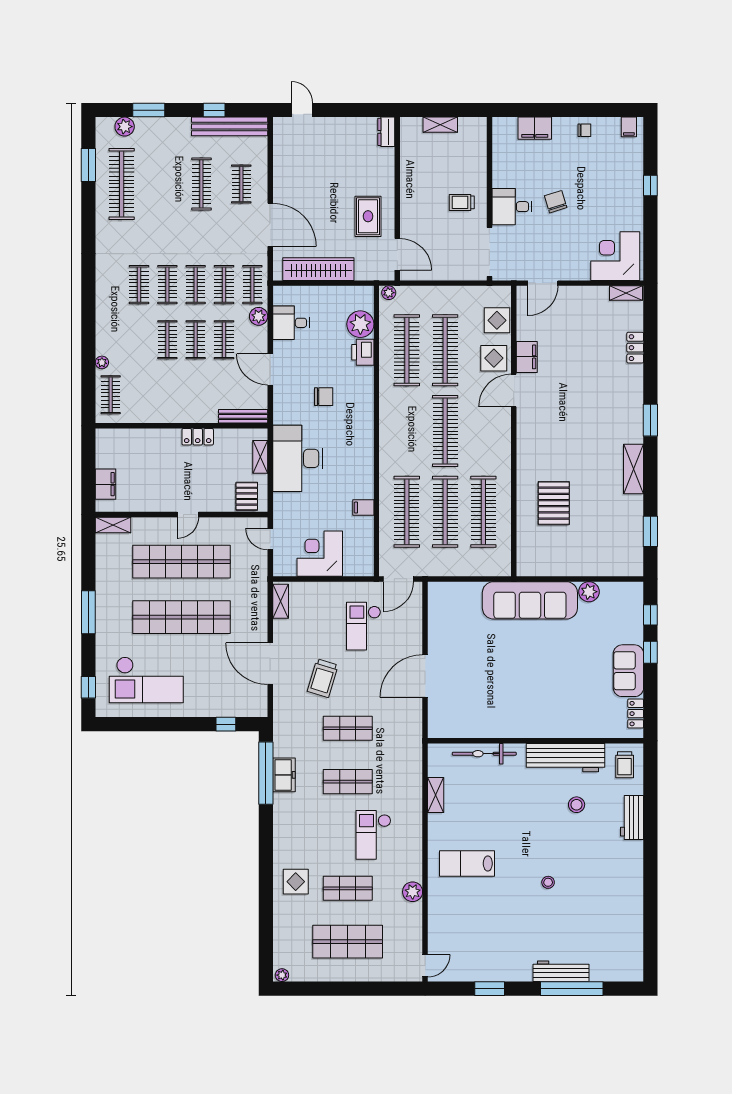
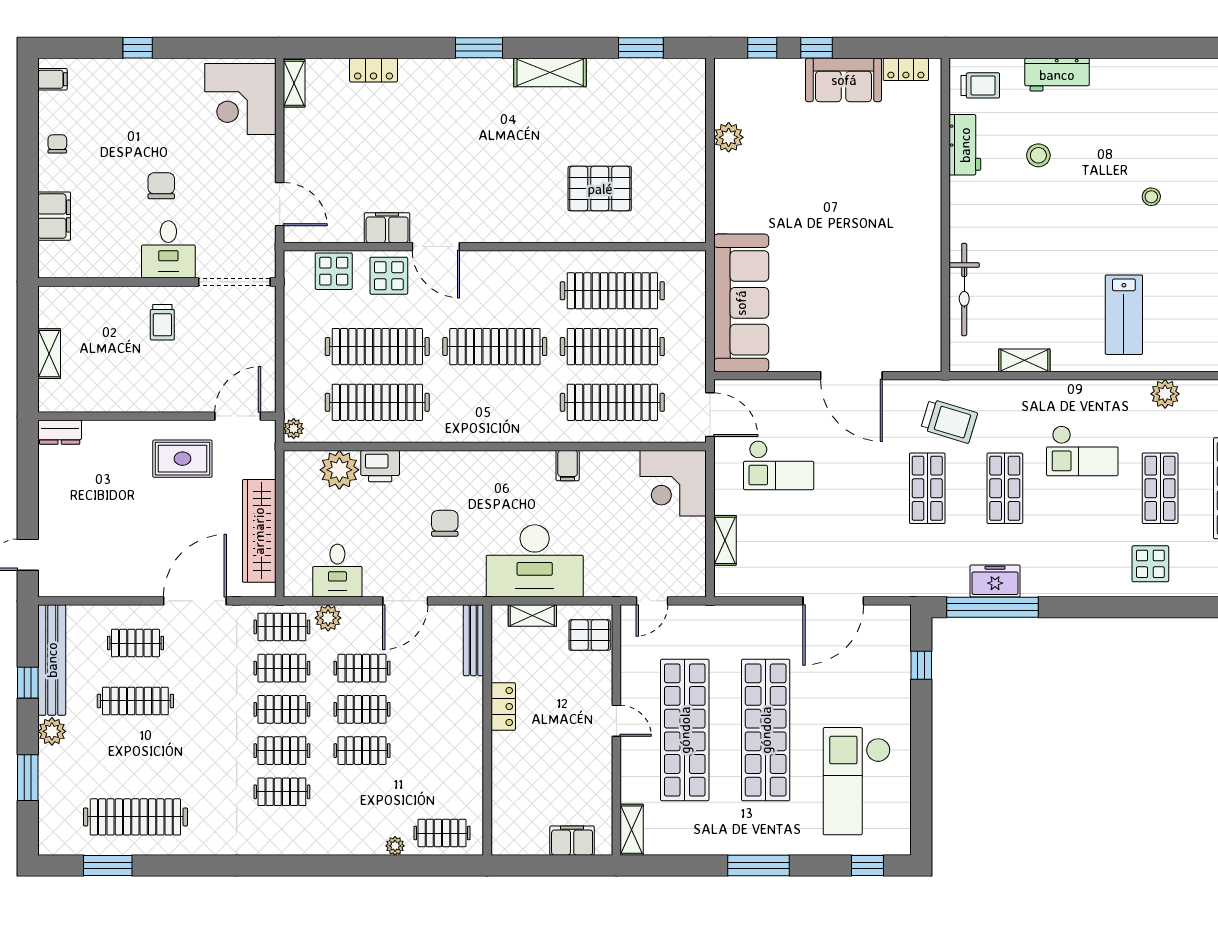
plant: (125, 127) -> (52, 731), moved
chair: (556, 202) -> (161, 186), turned 107
filing cabinet: (363, 508) -> (568, 466), moved
corner desk: (320, 554) -> (673, 483), moved
sofa: (530, 600) -> (741, 303), moved
shelving: (281, 601) -> (725, 540), moved, turned 90
trolley: (323, 678) -> (949, 421), moved
checkout: (146, 680) -> (857, 781), turned 180
workbench: (566, 758) -> (965, 145), width x0.53, depth x0.76

